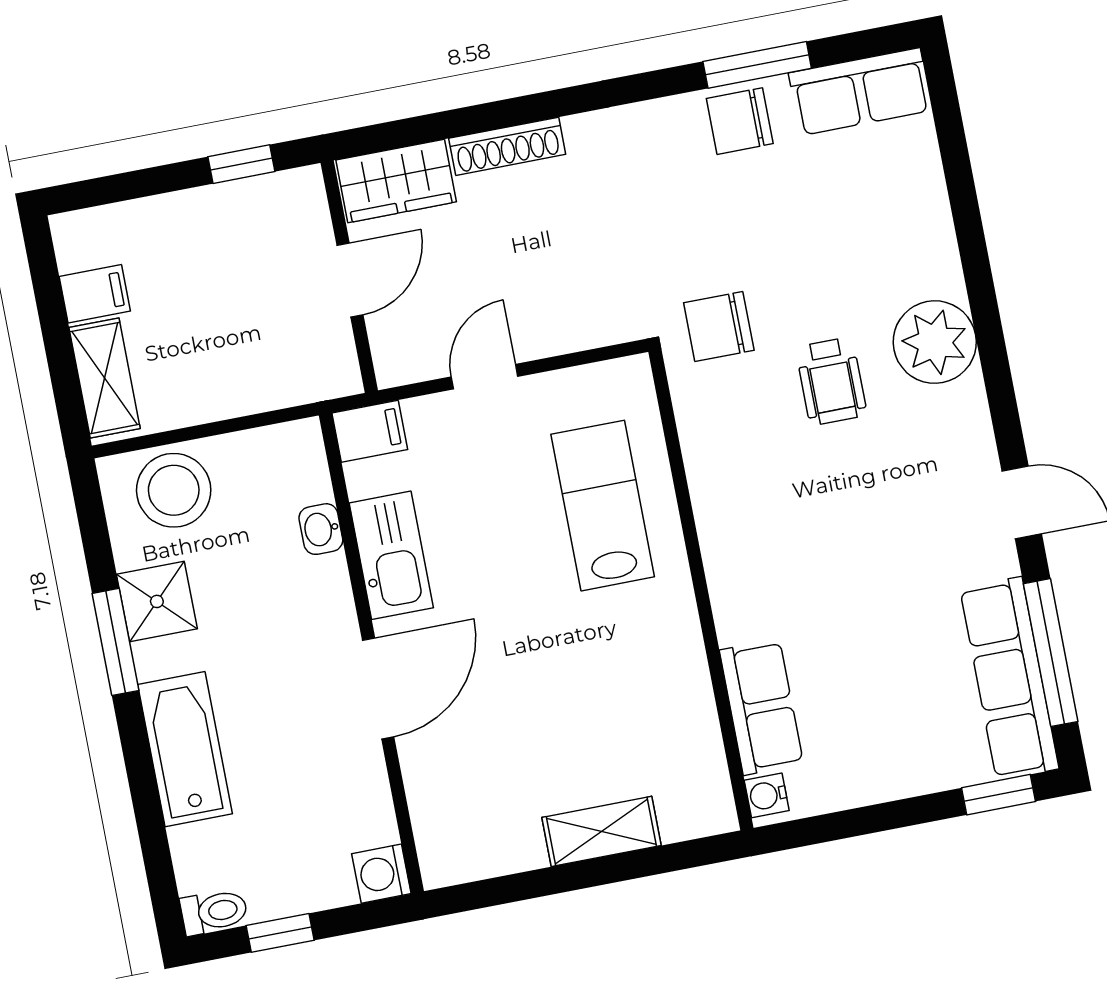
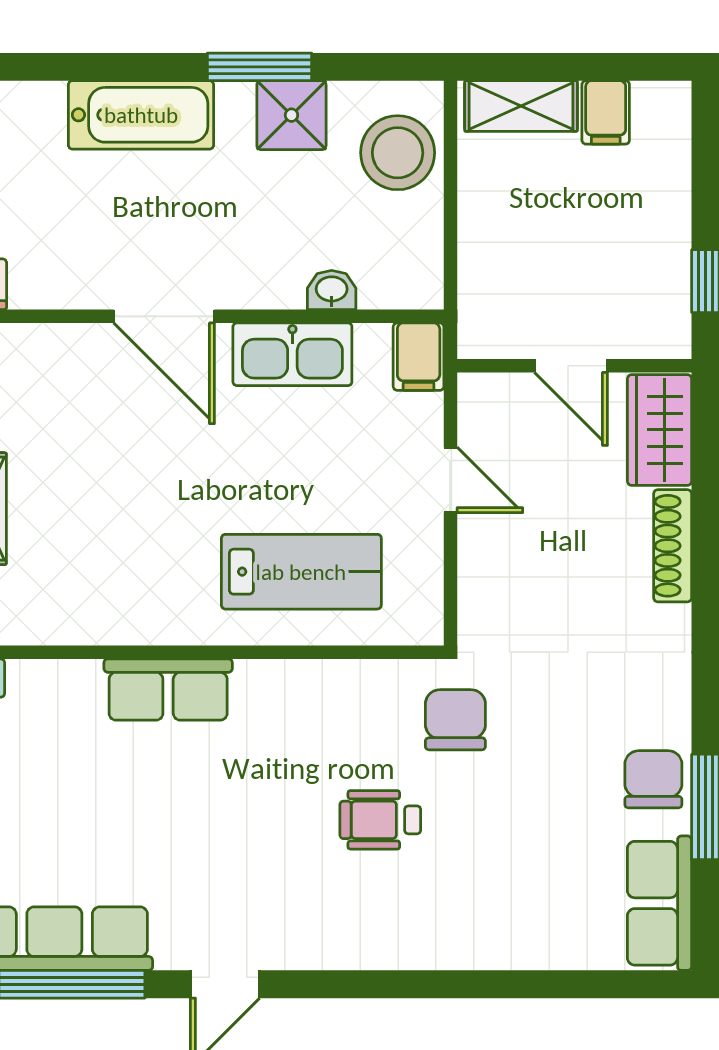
plant: (935, 342) -> (399, 929), removed
row of seats: (761, 707) -> (168, 690), moved

